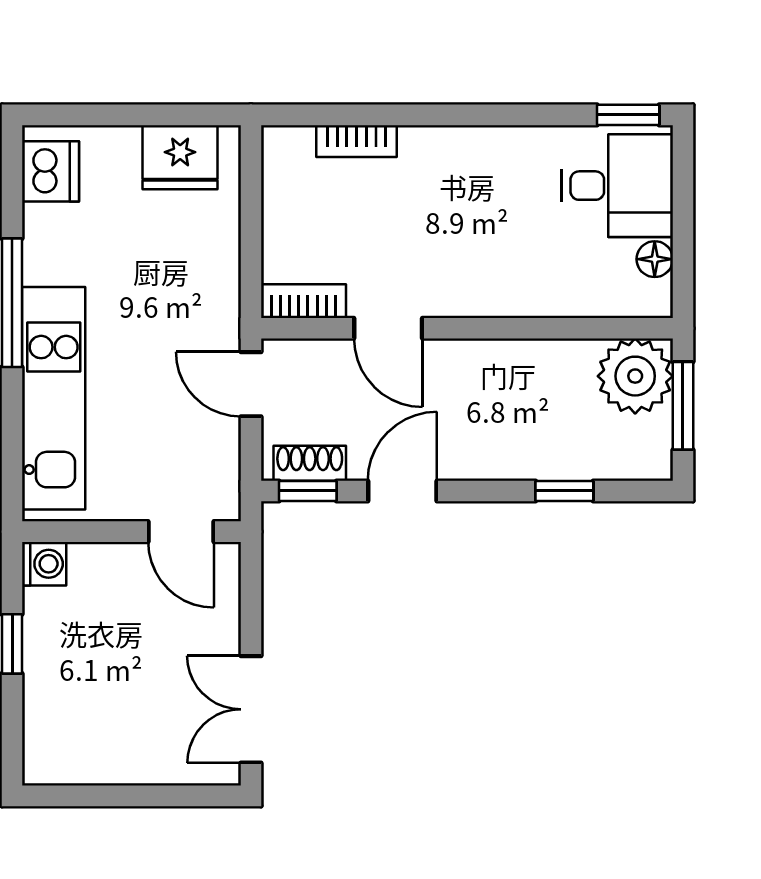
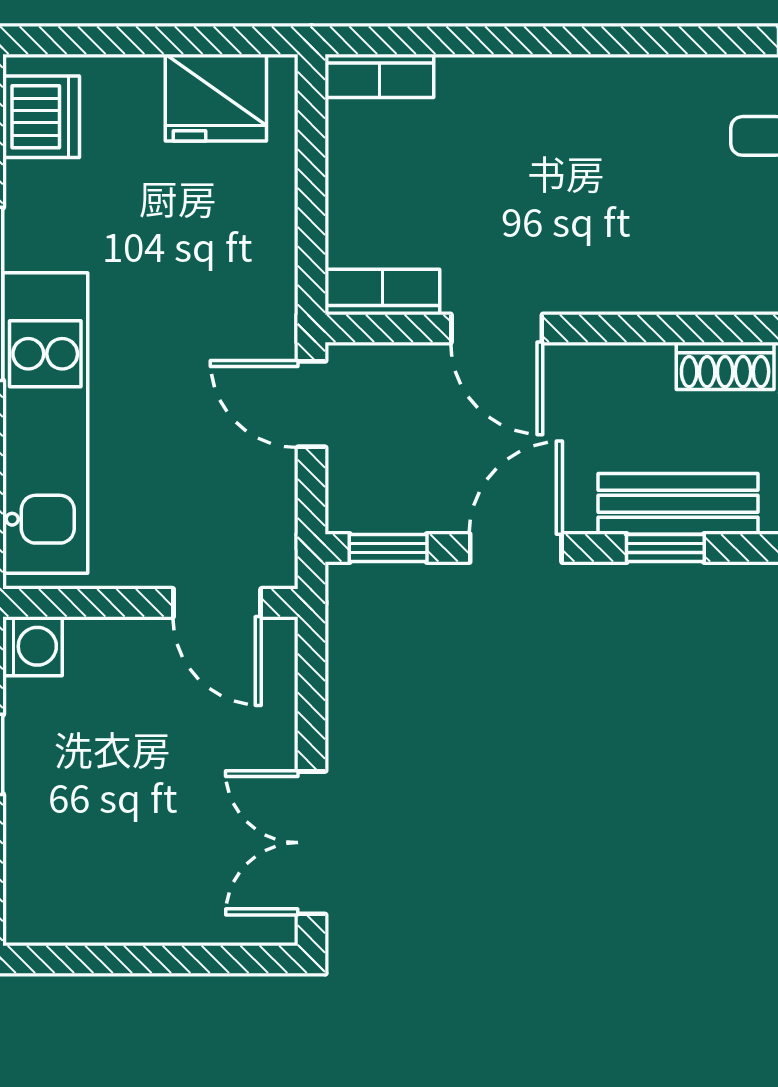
bookcase: (357, 141) -> (379, 76), moved
bench: (523, 458) -> (678, 504), added
shoe rack: (310, 463) -> (725, 366), moved, turned 180
window: (564, 491) -> (665, 548), moved

